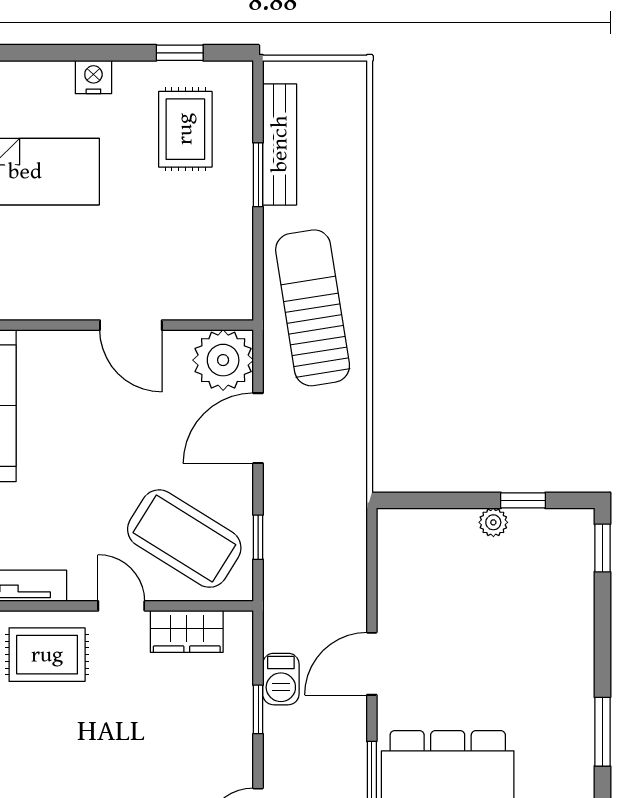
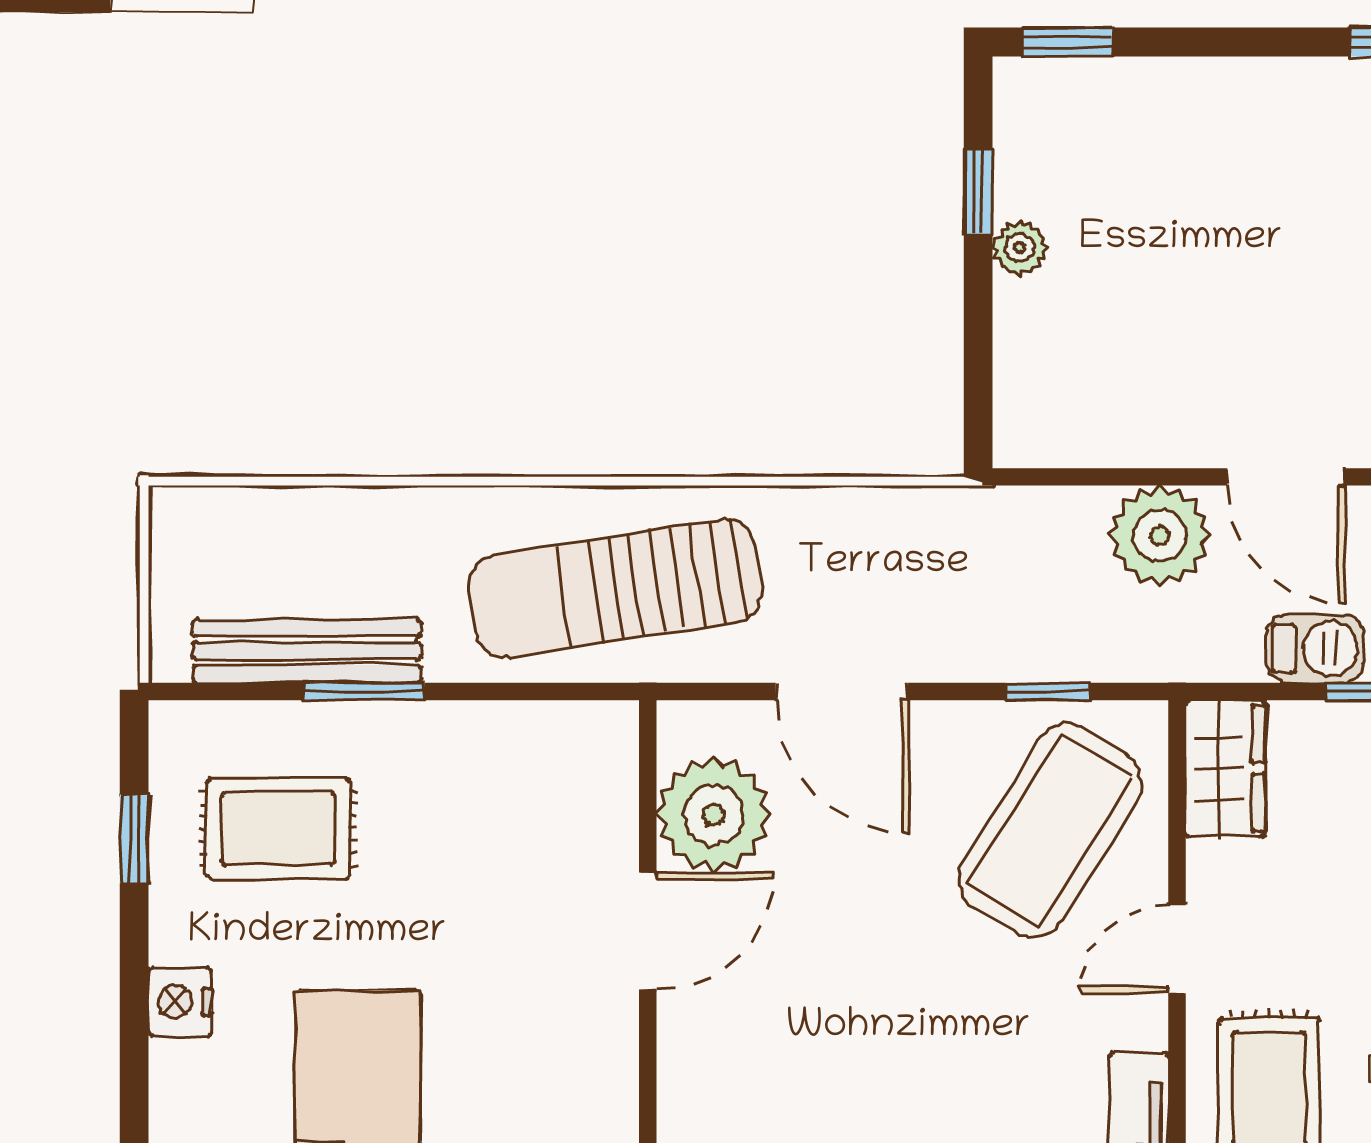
plant: (223, 360) -> (714, 815), moved
plant: (341, 597) -> (1160, 535), added
wardrobe: (187, 631) -> (1225, 768), moved

